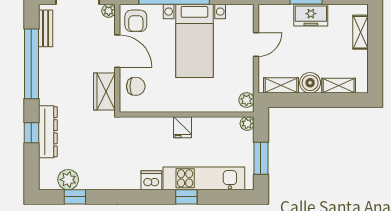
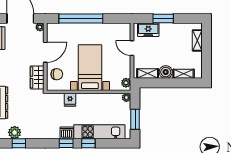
freezer: (311, 15) -> (148, 30), moved
armchair: (136, 21) -> (57, 33), removed
bed with nightstands: (194, 41) -> (90, 68), moved, turned 180
door: (256, 44) -> (132, 48), swing flipped
door: (117, 51) -> (45, 52), hinge flipped
fridge: (183, 127) -> (70, 100), moved
window: (151, 197) -> (66, 143), added

